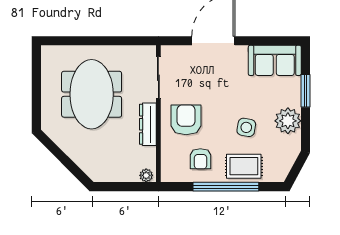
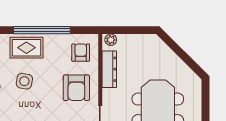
dresser: (148, 124) -> (109, 69), moved
armchair: (200, 159) -> (81, 53), moved

